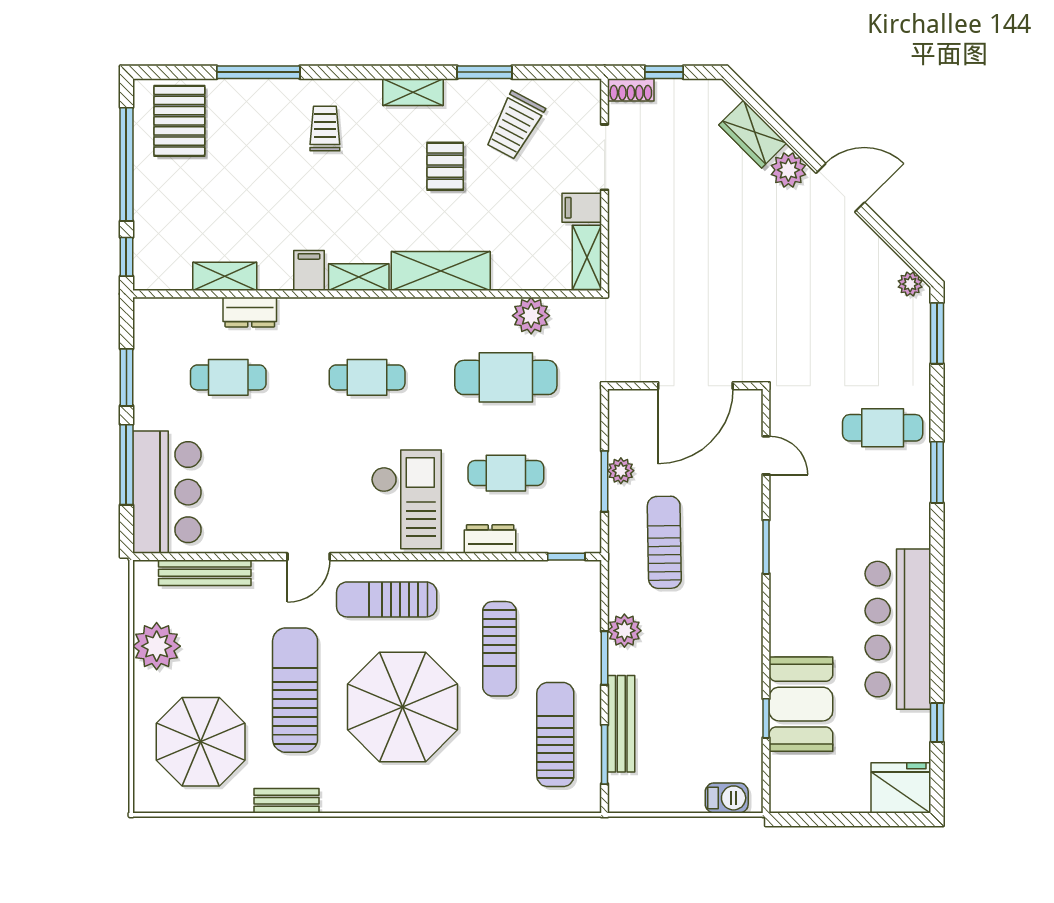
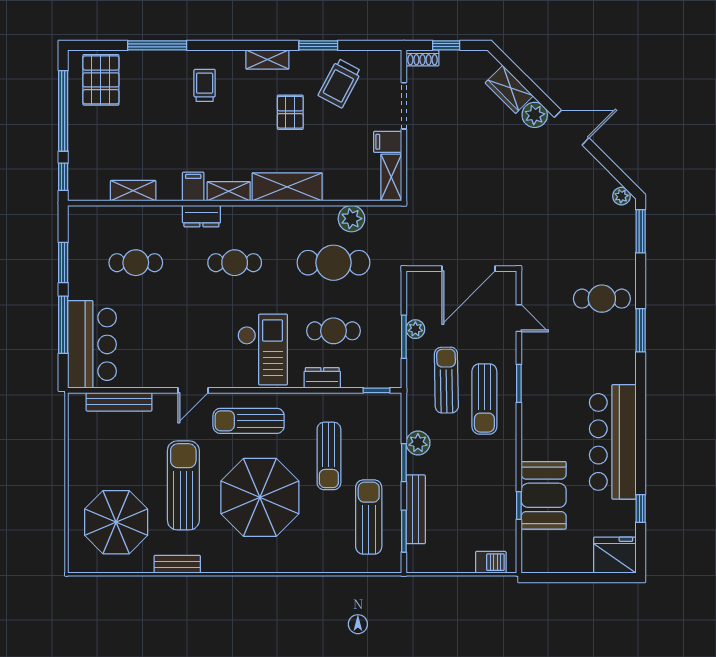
dresser: (250, 312) -> (201, 216), moved
sun lounger: (718, 569) -> (484, 399), added
plant: (157, 646) -> (85, 454), removed

